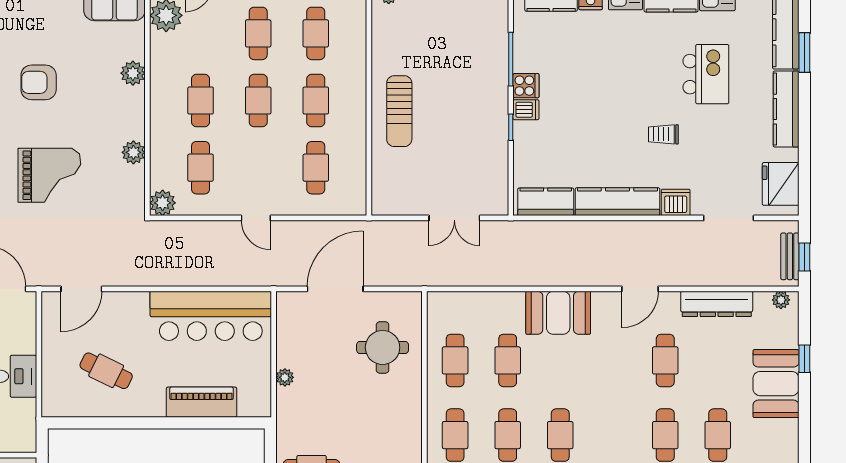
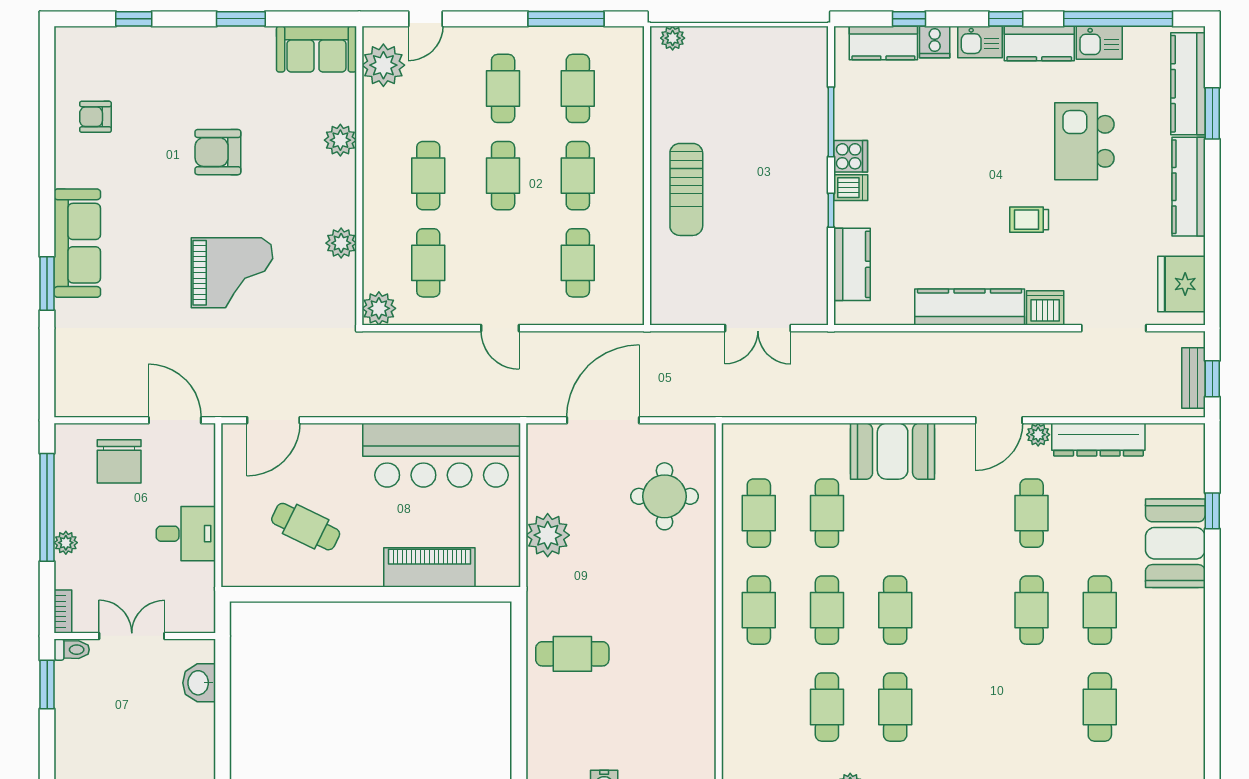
kitchen island: (706, 74) -> (1084, 141), turned 180
kitchen counter: (546, 202) -> (852, 264), moved, turned 90
plant: (781, 300) -> (1038, 435), moved
plant: (285, 377) -> (548, 535), width x1.87, depth x1.87

